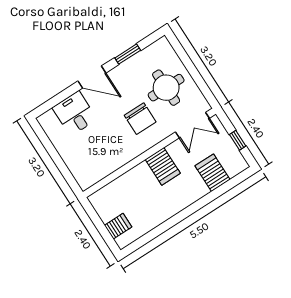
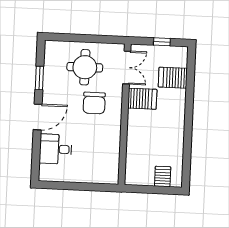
chair: (140, 119) -> (94, 103), turned 90
server rack: (163, 166) -> (142, 99), moved

